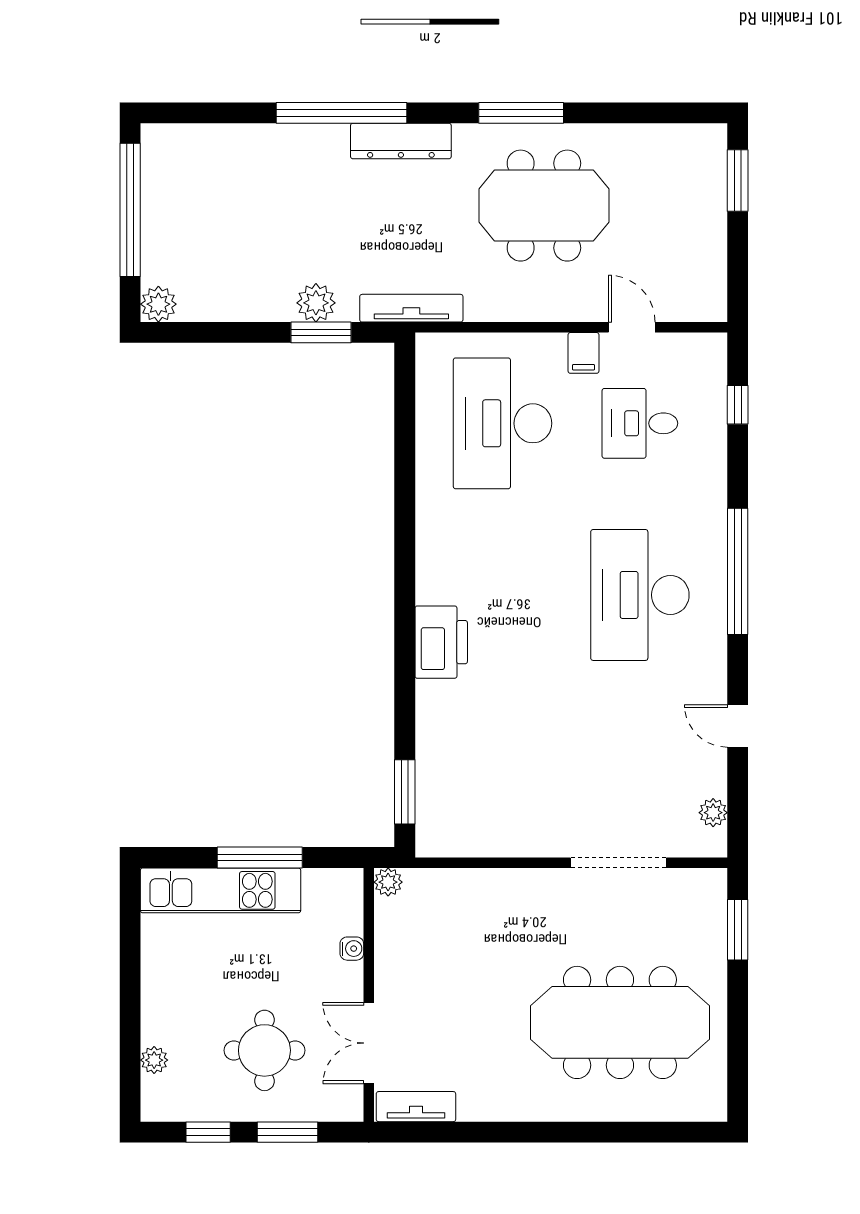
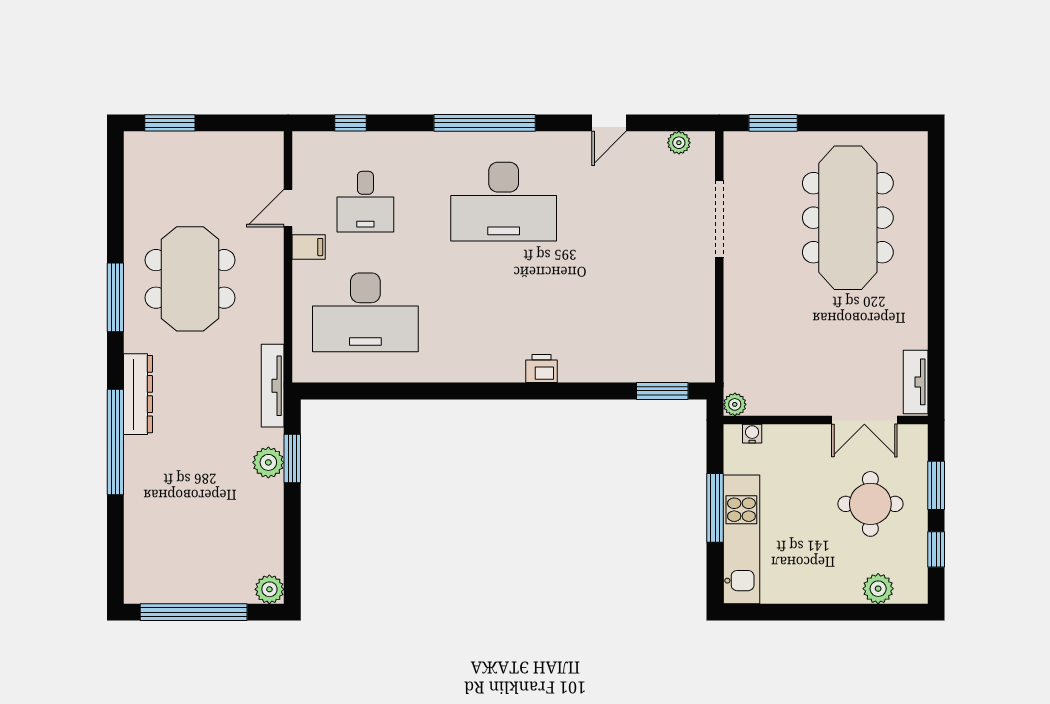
printer: (441, 642) -> (542, 368), width x0.53, depth x0.68
water cooler: (352, 949) -> (752, 434), moved
plant: (154, 1060) -> (878, 589), width x1.38, depth x1.38

